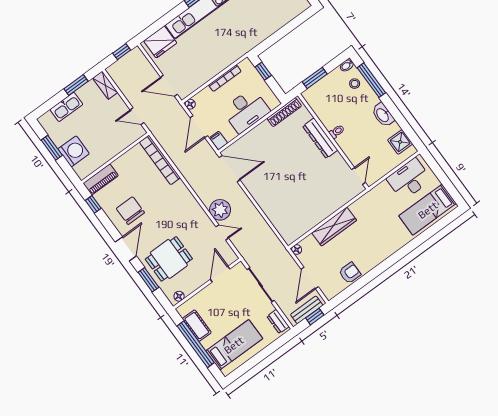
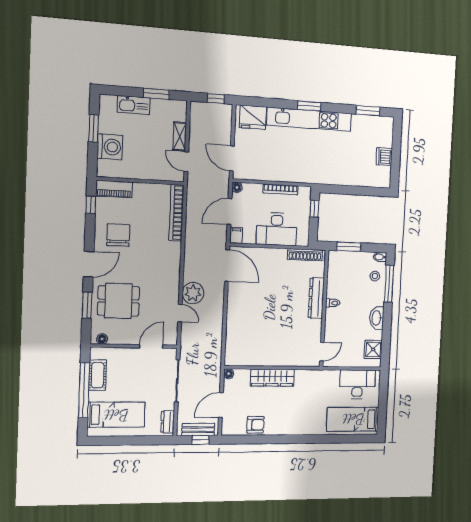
shelving: (105, 85) -> (180, 136), moved

